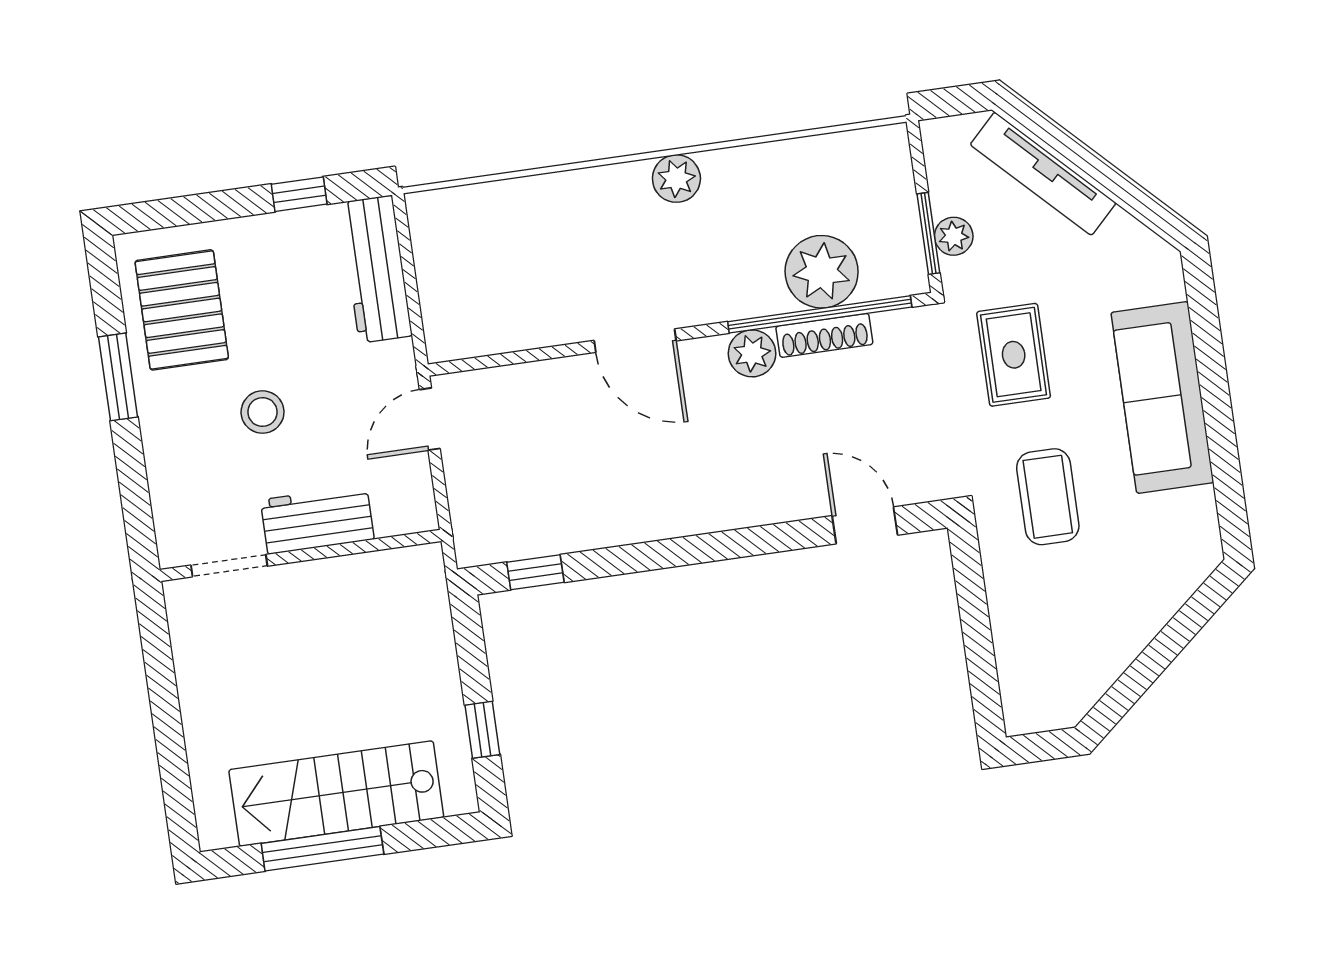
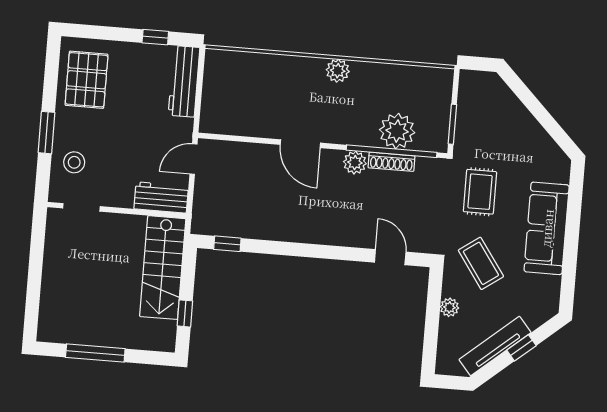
tv unit: (1043, 174) -> (495, 346), moved, turned 95
plant: (954, 236) -> (449, 307), moved
window: (118, 377) -> (47, 133), moved
stool: (263, 412) -> (74, 162), moved
coffee table: (1048, 497) -> (481, 263), turned -35
workbench: (317, 520) -> (161, 197), moved
window: (1166, 646) -> (521, 348), added
stairs: (336, 794) -> (163, 268), moved, turned -90

